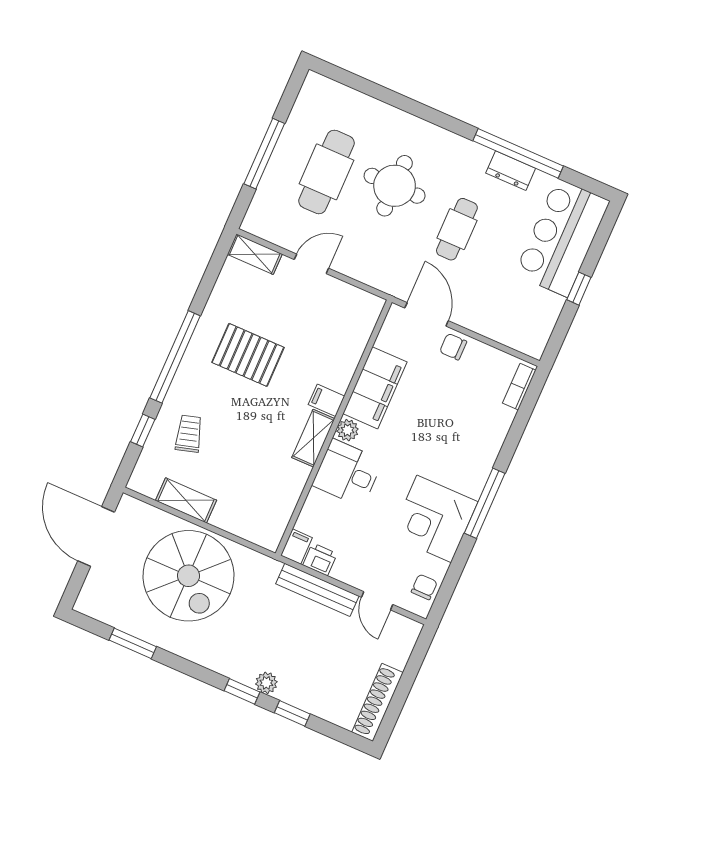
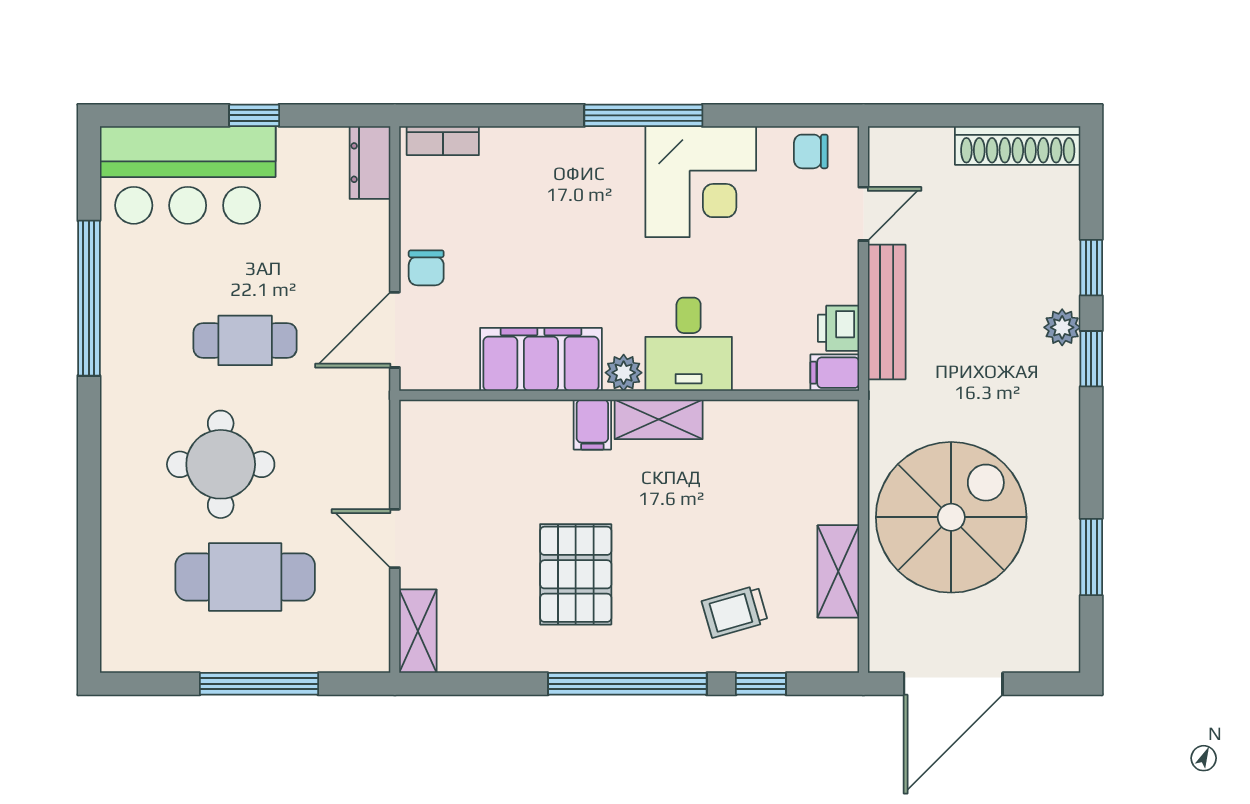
dresser: (511, 171) -> (370, 163), moved, turned 180

